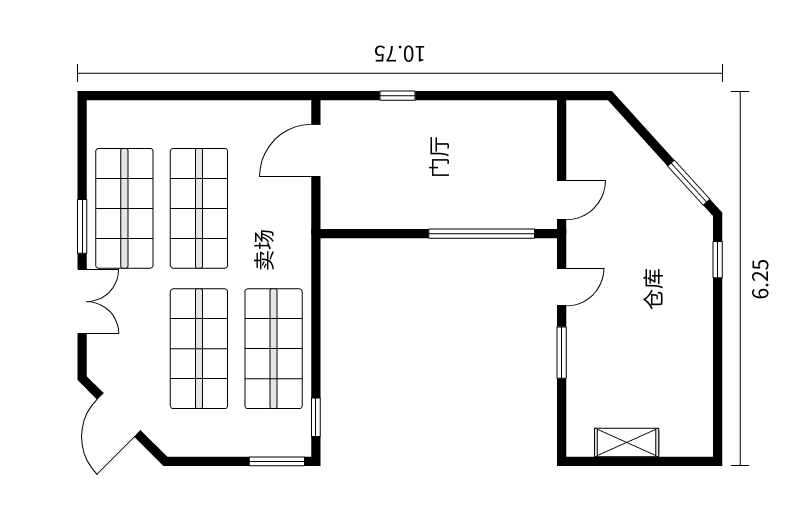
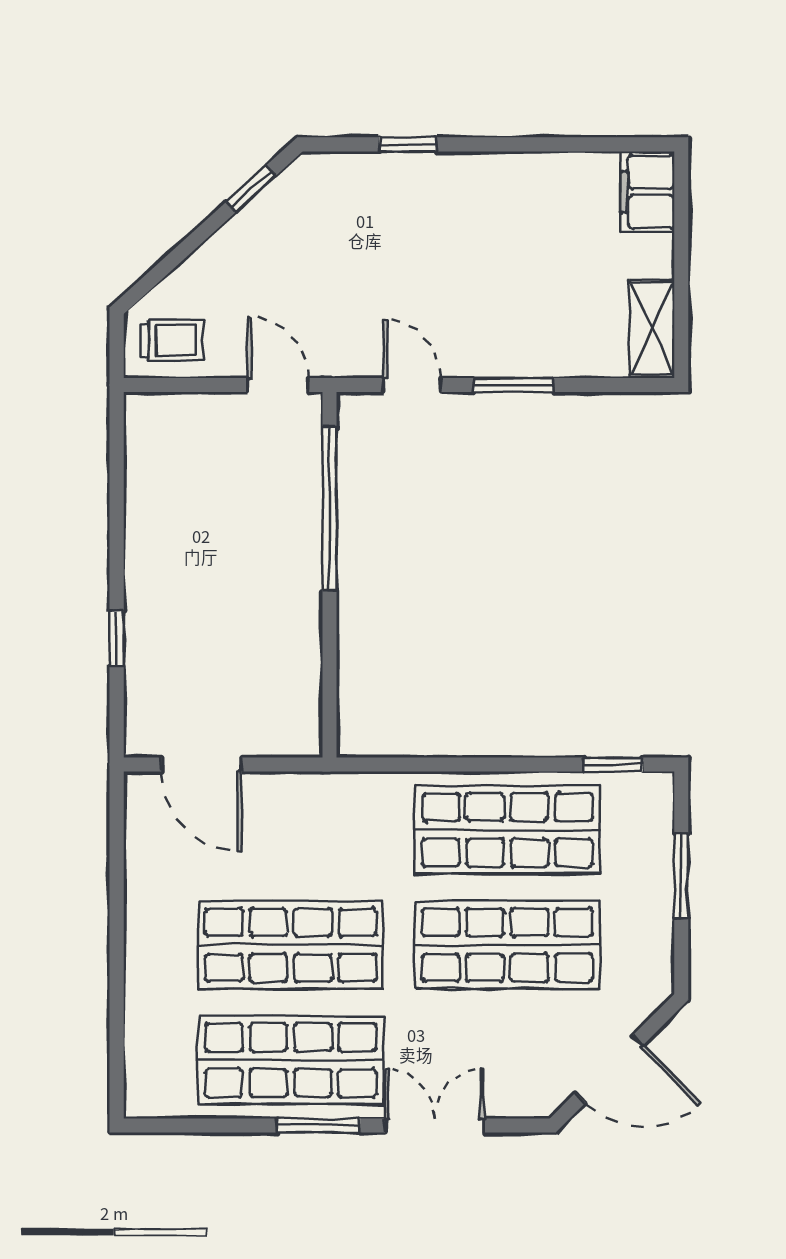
trolley: (591, 131) -> (171, 341), added
window: (689, 183) -> (251, 189), width x0.67
window: (718, 260) -> (408, 144), moved
filing cabinet: (687, 440) -> (648, 192), added
shelving: (627, 443) -> (652, 329), moved
window: (277, 461) -> (681, 876), moved

